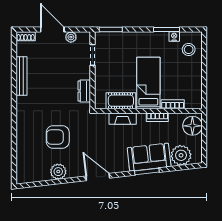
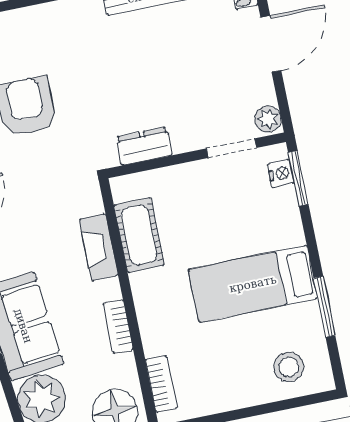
nightstand: (174, 36) -> (281, 173), moved
plant: (71, 37) -> (268, 119), moved
bed: (148, 83) -> (253, 284), moved, turned 180
bookcase: (173, 104) -> (161, 384), moved

